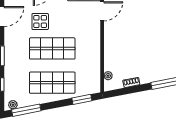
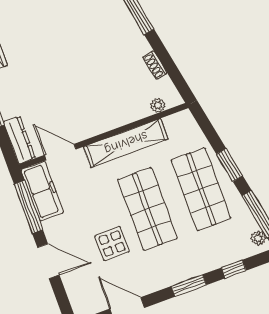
shelving: (94, 50) -> (126, 143), added
window: (82, 99) -> (230, 165), moved

